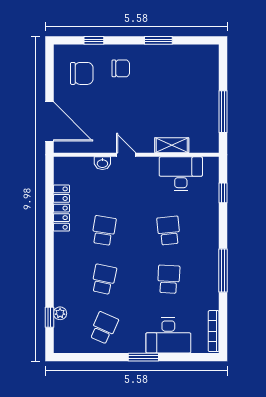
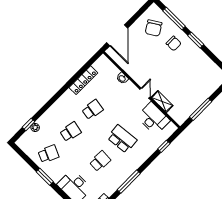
window: (94, 40) -> (174, 18), width x2.17
window: (158, 40) -> (196, 40), moved
chair: (82, 73) -> (154, 28), turned 58
door: (126, 155) -> (145, 93), moved
school desk: (169, 231) -> (122, 139), width x1.85
window: (143, 357) -> (45, 177), moved

